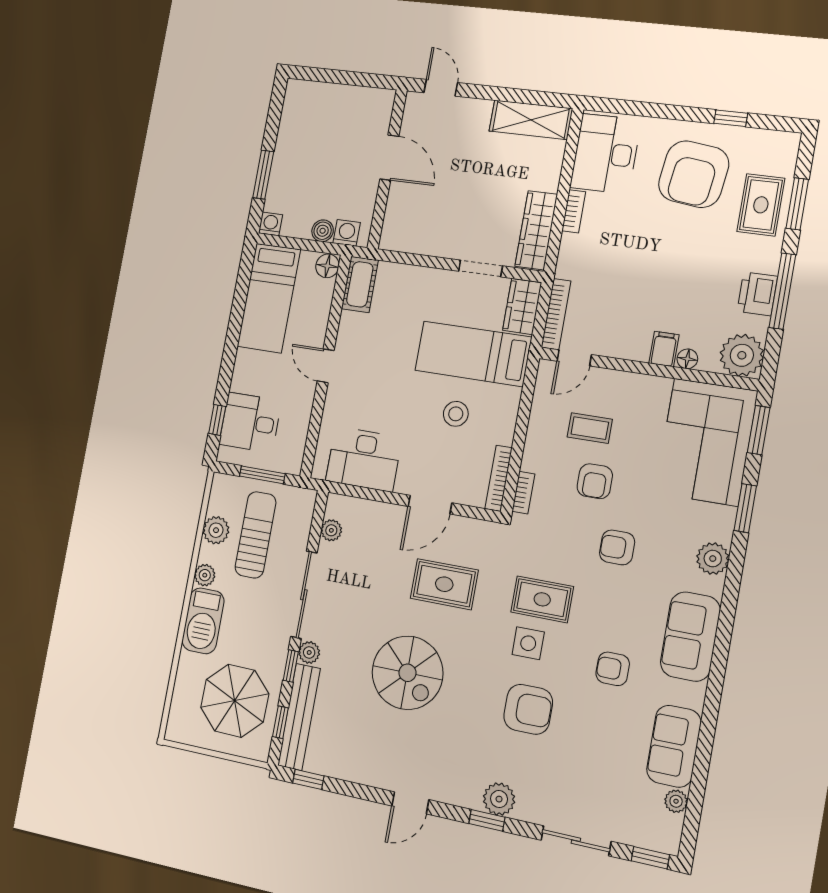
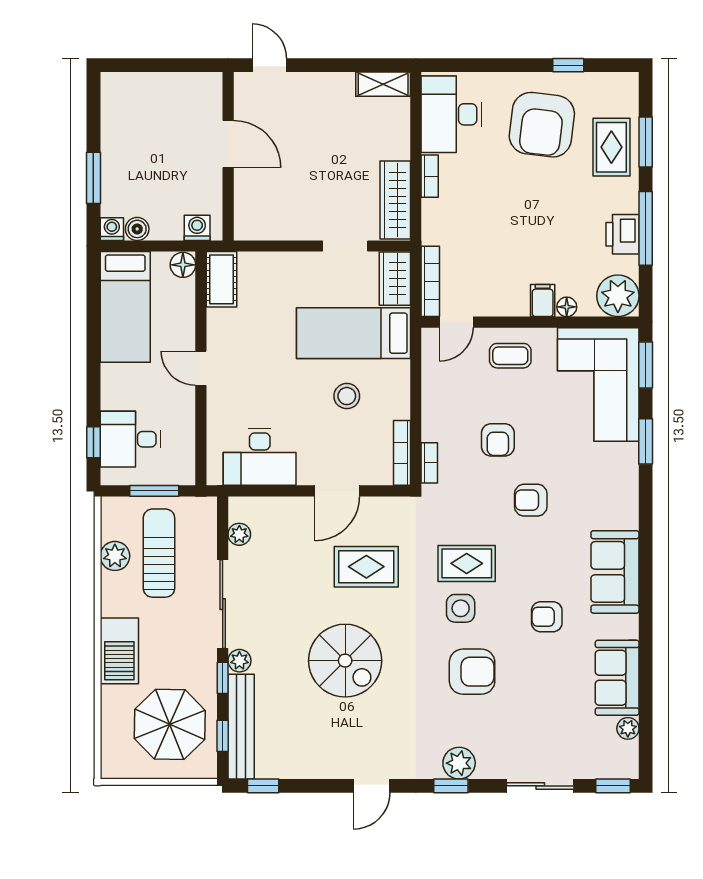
shelving: (531, 120) -> (383, 84), width x0.67, depth x0.75
boiler: (323, 231) -> (137, 229), moved
coffee table: (590, 428) -> (510, 356), moved
plant: (713, 559) -> (623, 494), removed
plant: (205, 575) -> (112, 604), removed

